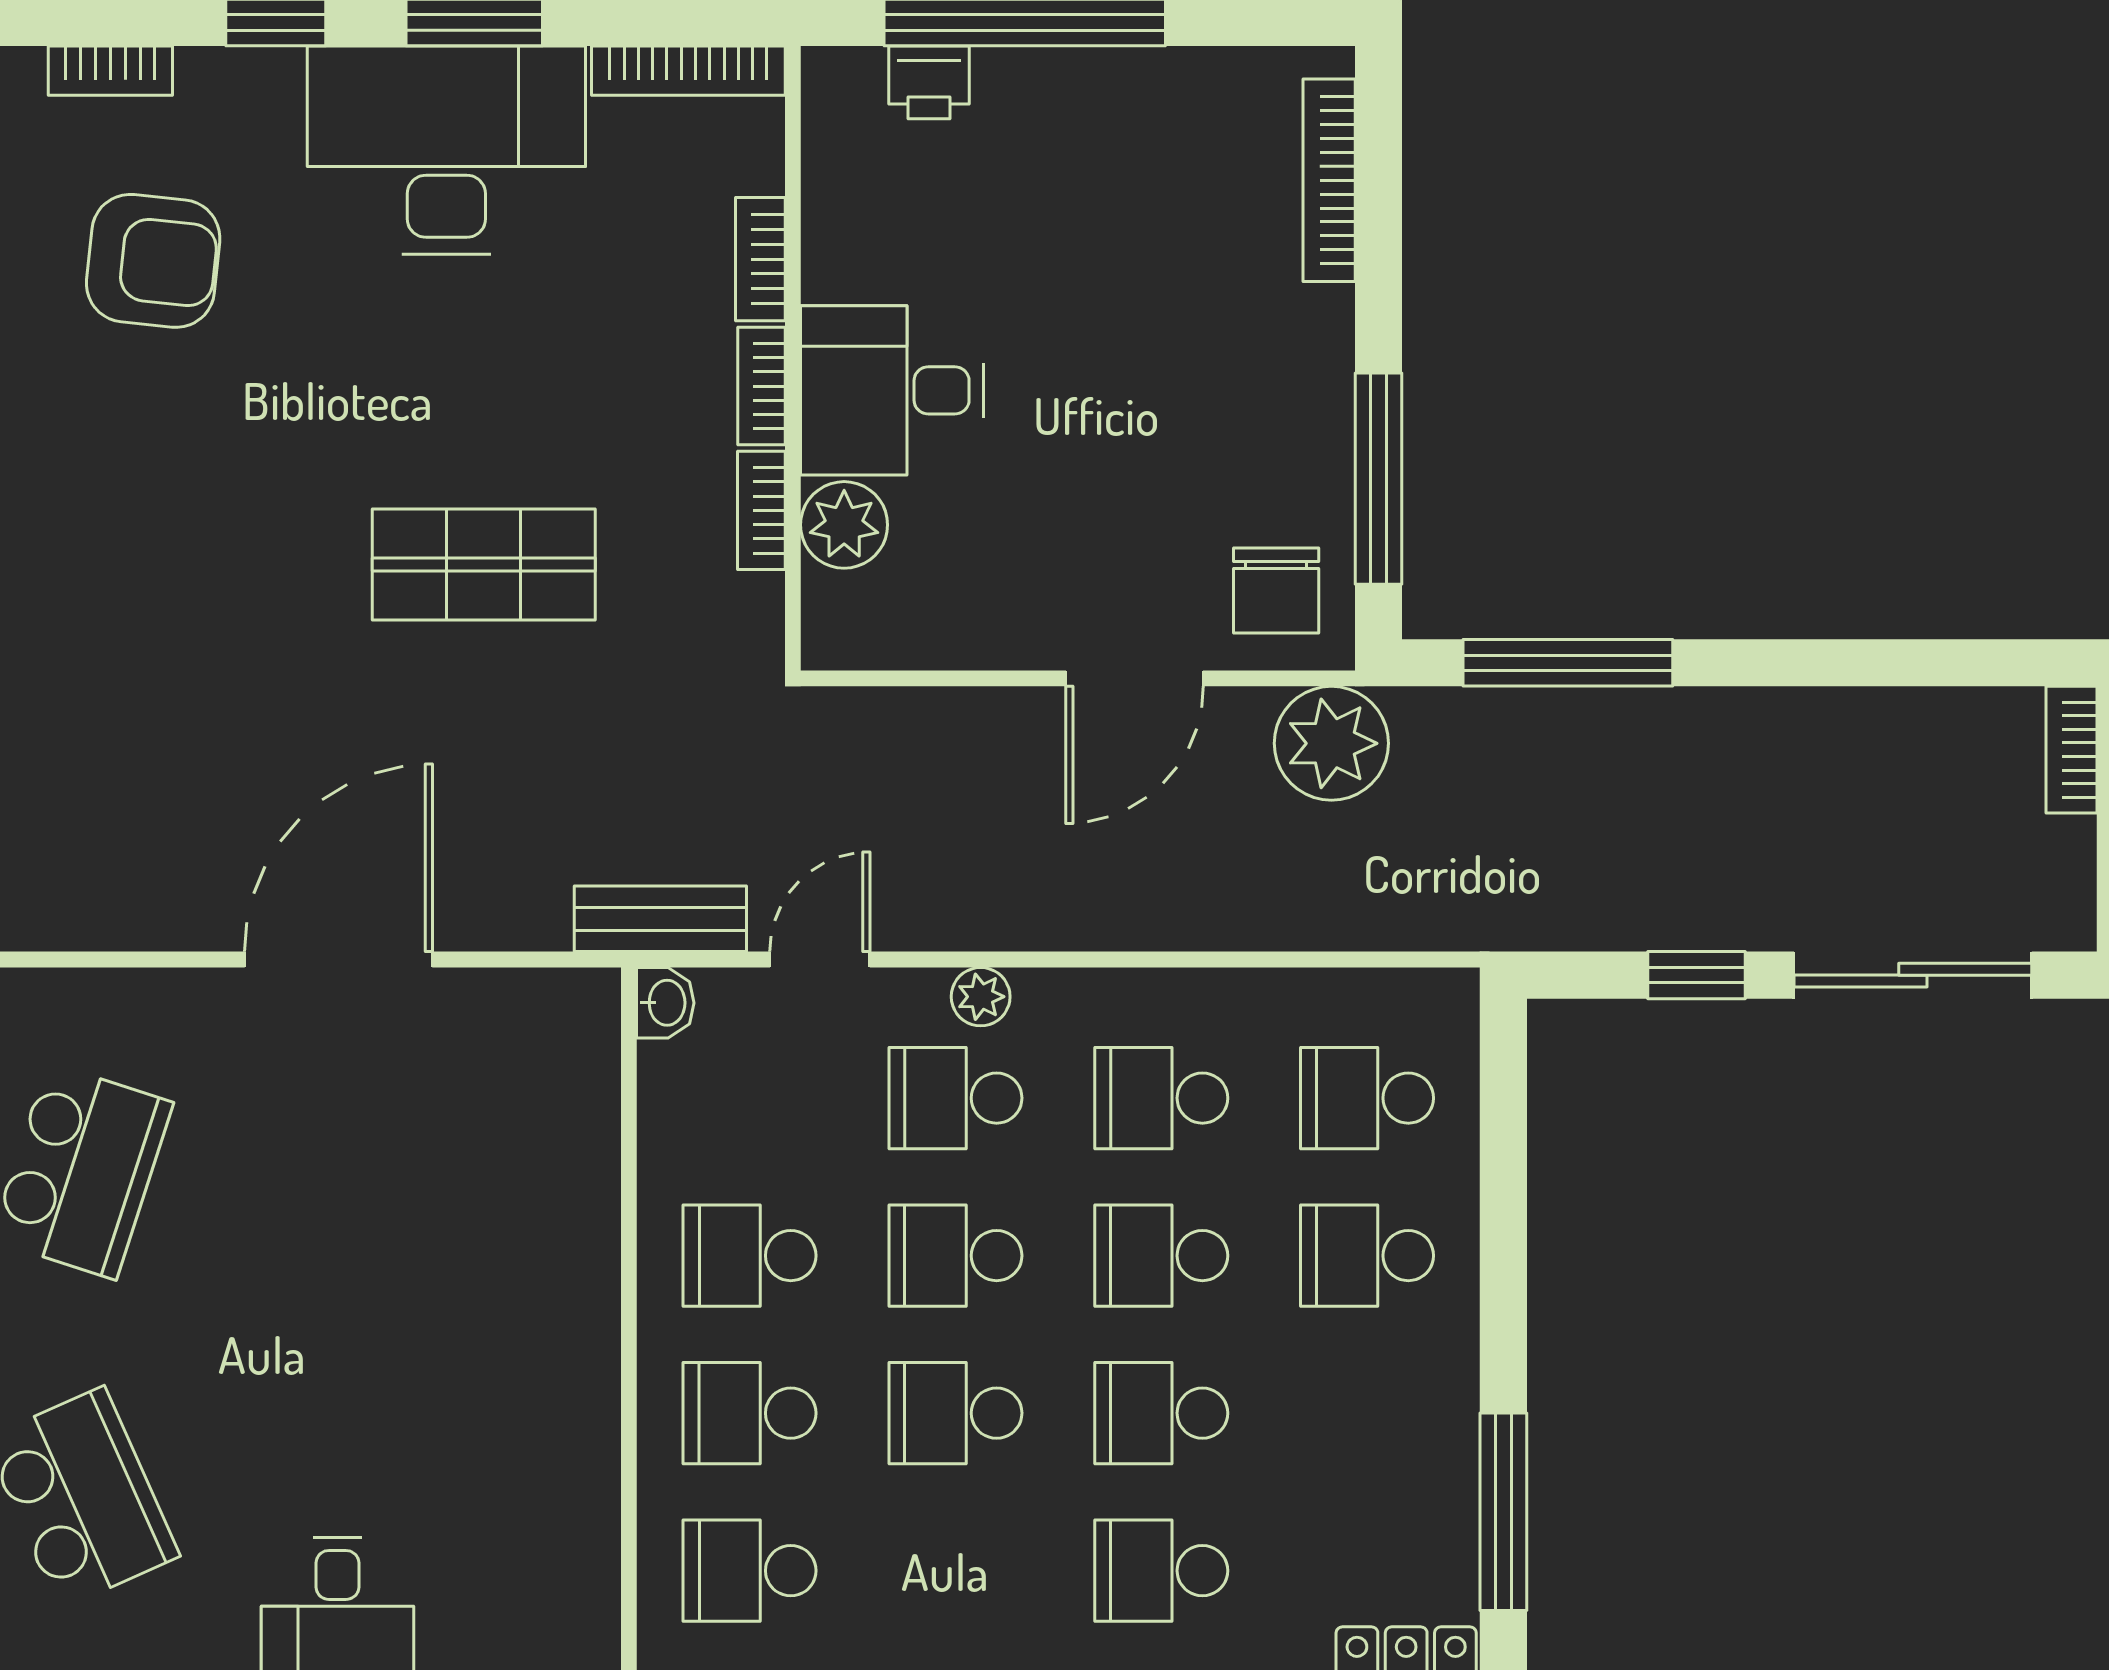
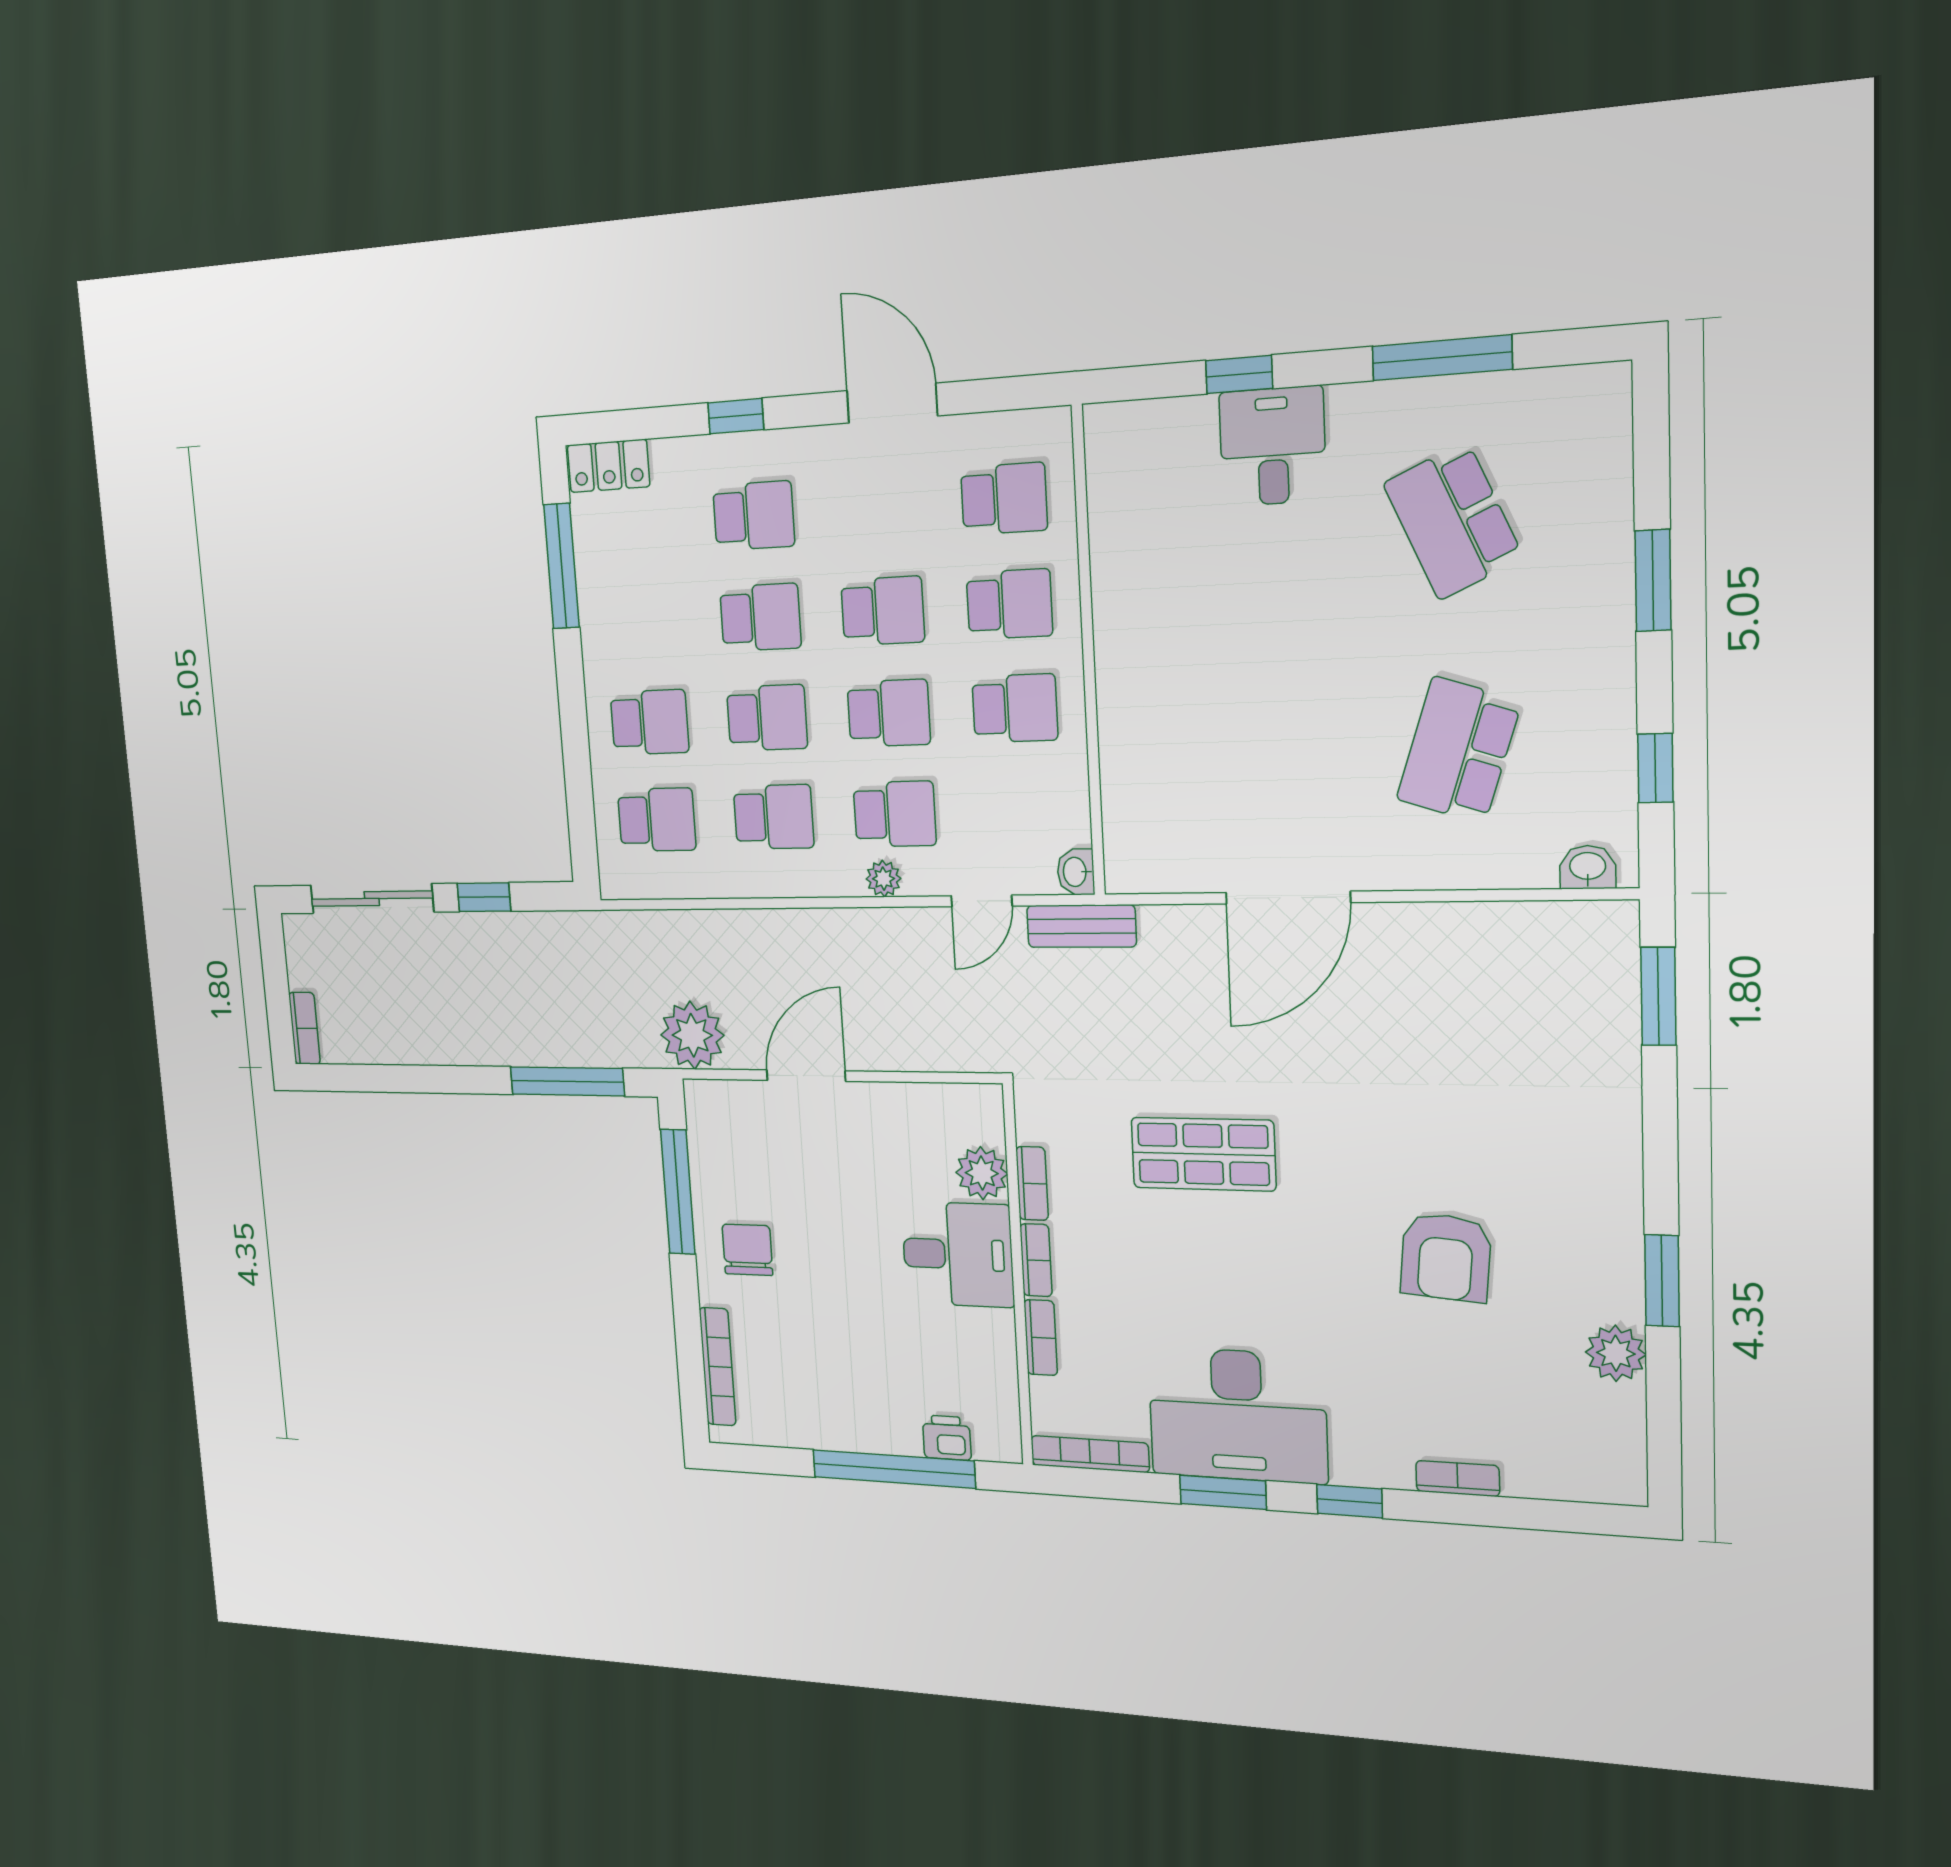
armchair: (153, 261) -> (1446, 1257), moved, turned -91
chair: (1276, 591) -> (747, 1250), moved

